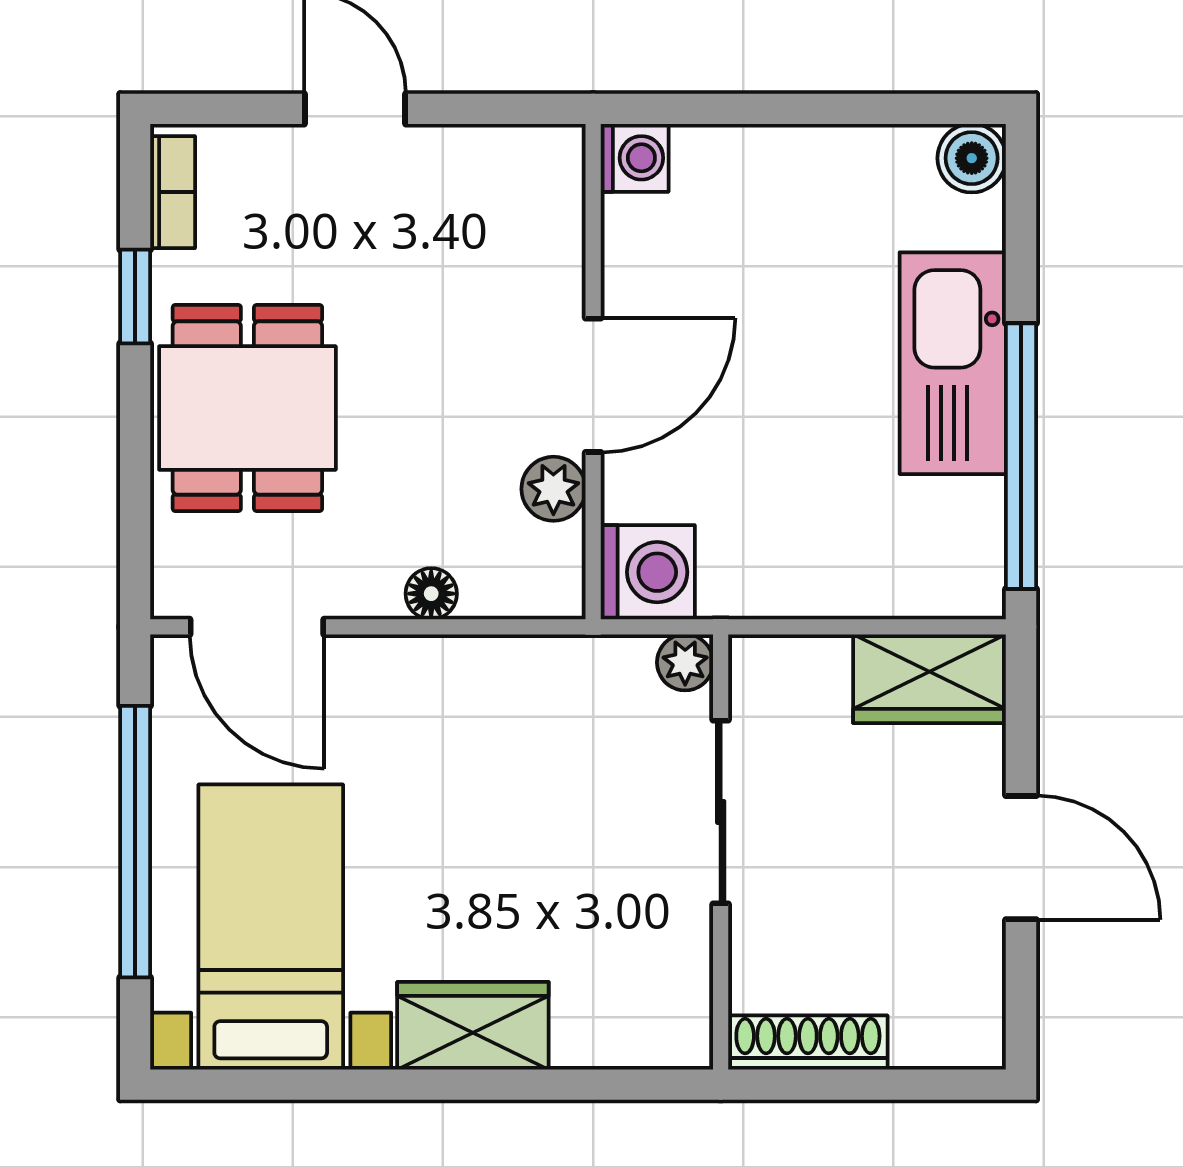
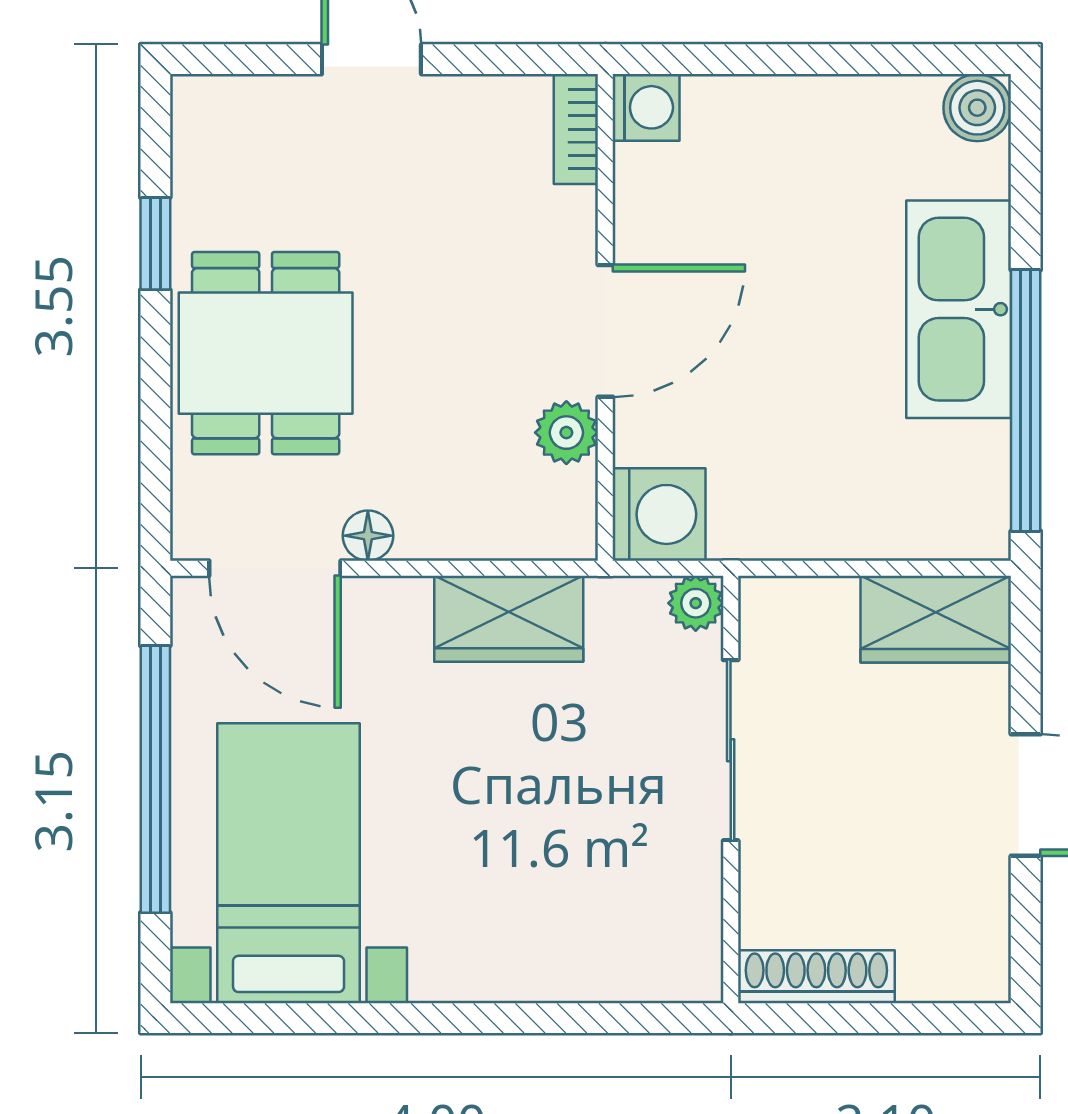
bookcase: (173, 192) -> (576, 129), moved, turned 180
floor lamp: (431, 594) -> (368, 536), moved
wardrobe: (473, 1026) -> (509, 619), moved, turned 180

